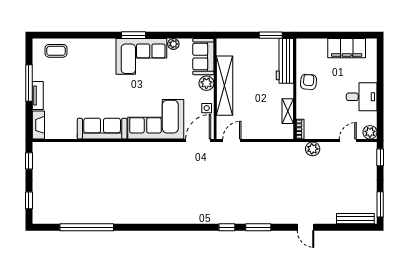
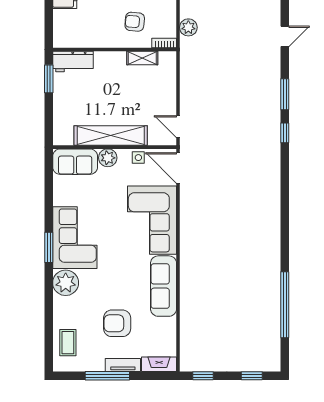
plant: (173, 44) -> (66, 283), moved, width x1.87, depth x1.87
workbench: (285, 61) -> (73, 61), width x0.73
armchair: (309, 82) -> (135, 22), moved
armchair: (72, 91) -> (117, 323), added

